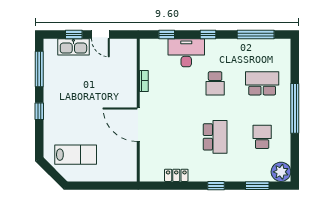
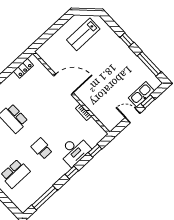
locker: (176, 175) -> (23, 68), moved

